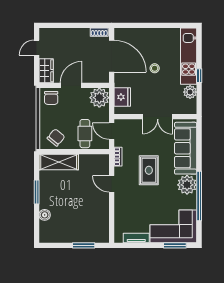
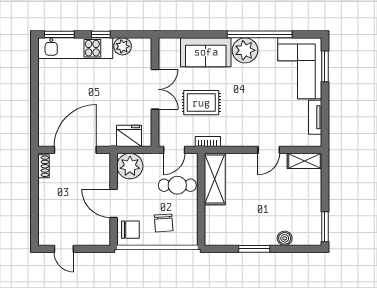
window: (199, 44) -> (59, 34), added
stool: (155, 68) -> (91, 93), removed
wardrobe: (46, 71) -> (94, 236), removed
chair: (56, 137) -> (164, 223), moved, turned -134
sofa: (186, 148) -> (206, 52), width x0.73
shelving: (59, 162) -> (215, 179), moved
rug: (149, 170) -> (201, 103), moved
door: (112, 184) -> (269, 150), moved
shelving: (103, 230) -> (304, 161), added
window: (84, 245) -> (325, 227), moved

